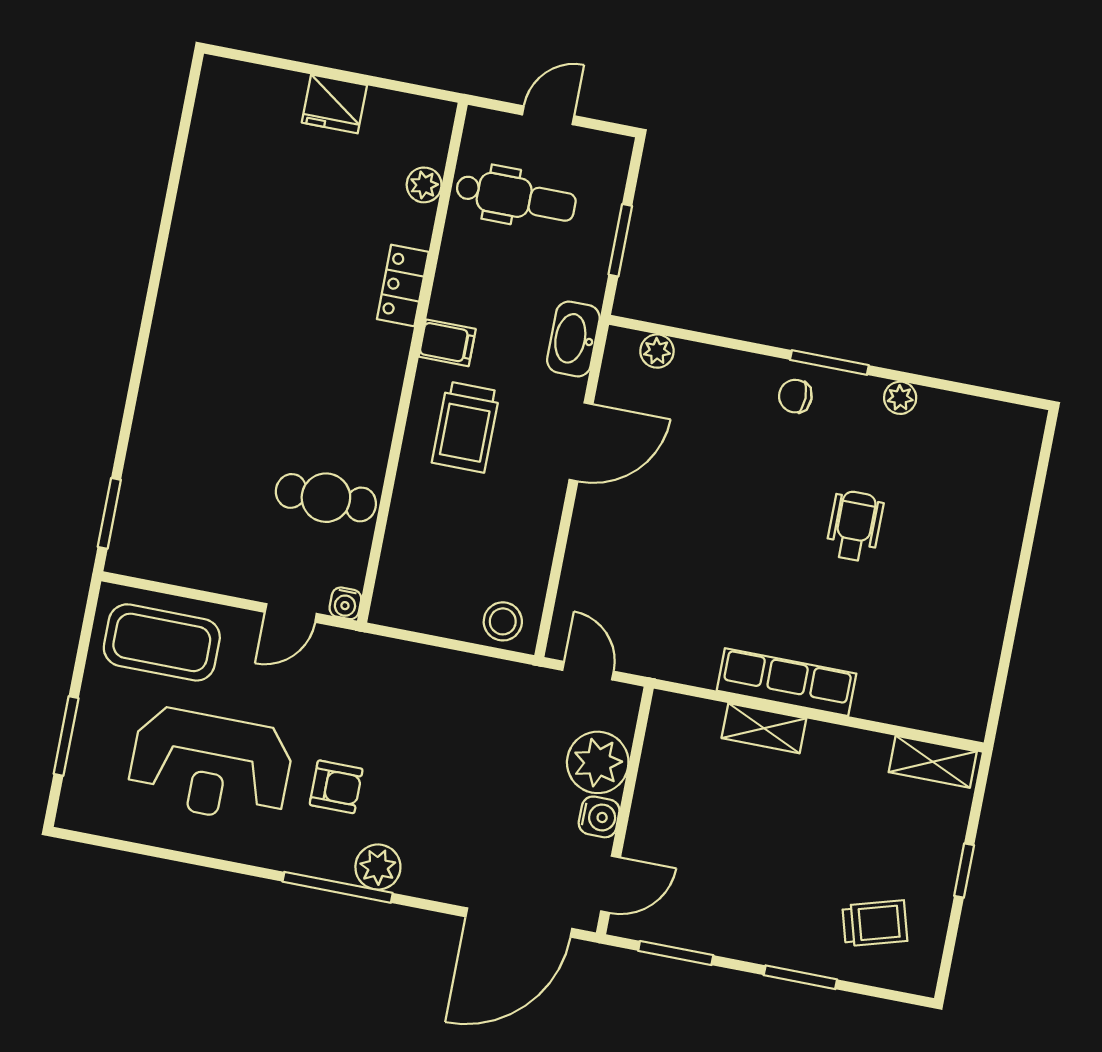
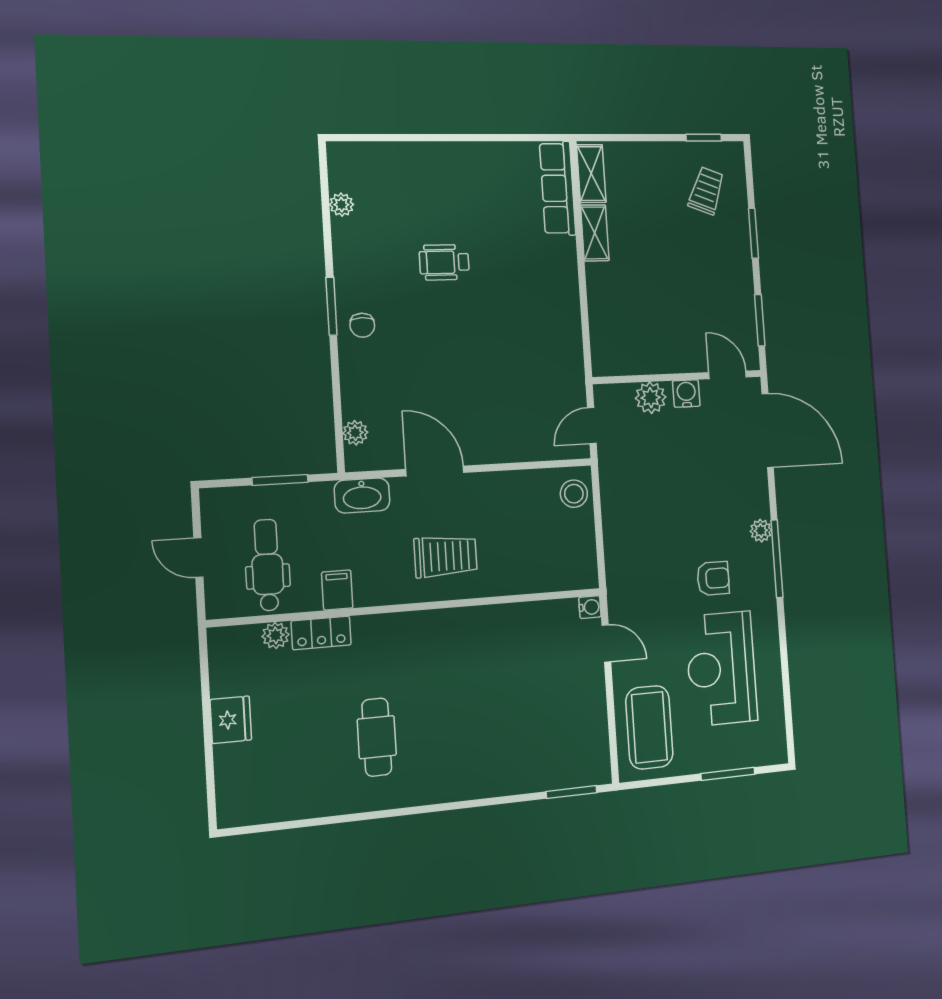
locker: (403, 285) -> (321, 633), moved
filing cabinet: (447, 343) -> (337, 590), moved
plant: (900, 398) -> (341, 205), moved
cafe table: (326, 498) -> (377, 737), moved
row of seats: (787, 682) -> (558, 188), moved
shelving: (764, 728) -> (595, 233), moved
plant: (598, 762) -> (651, 398), width x0.73, depth x0.73
reception desk: (211, 765) -> (721, 668), turned 180
armchair: (336, 787) -> (713, 578), turned 90
plant: (378, 867) -> (761, 531), width x0.73, depth x0.73
window: (964, 871) -> (704, 138), moved
trolley: (875, 923) -> (706, 191), turned 37

